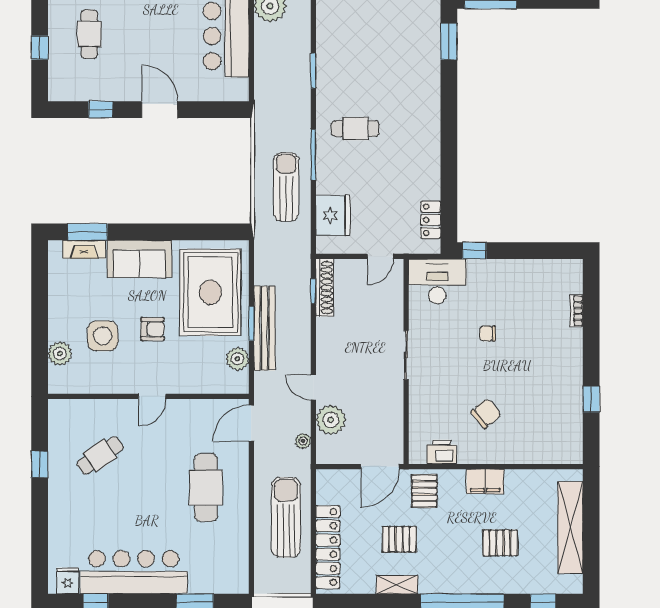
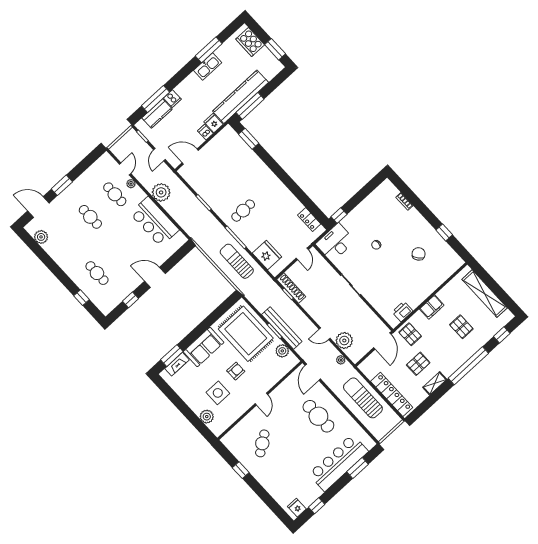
chair: (486, 413) -> (419, 254), moved
pallet: (500, 543) -> (461, 327), turned 90
bar counter: (134, 572) -> (338, 463), moved

